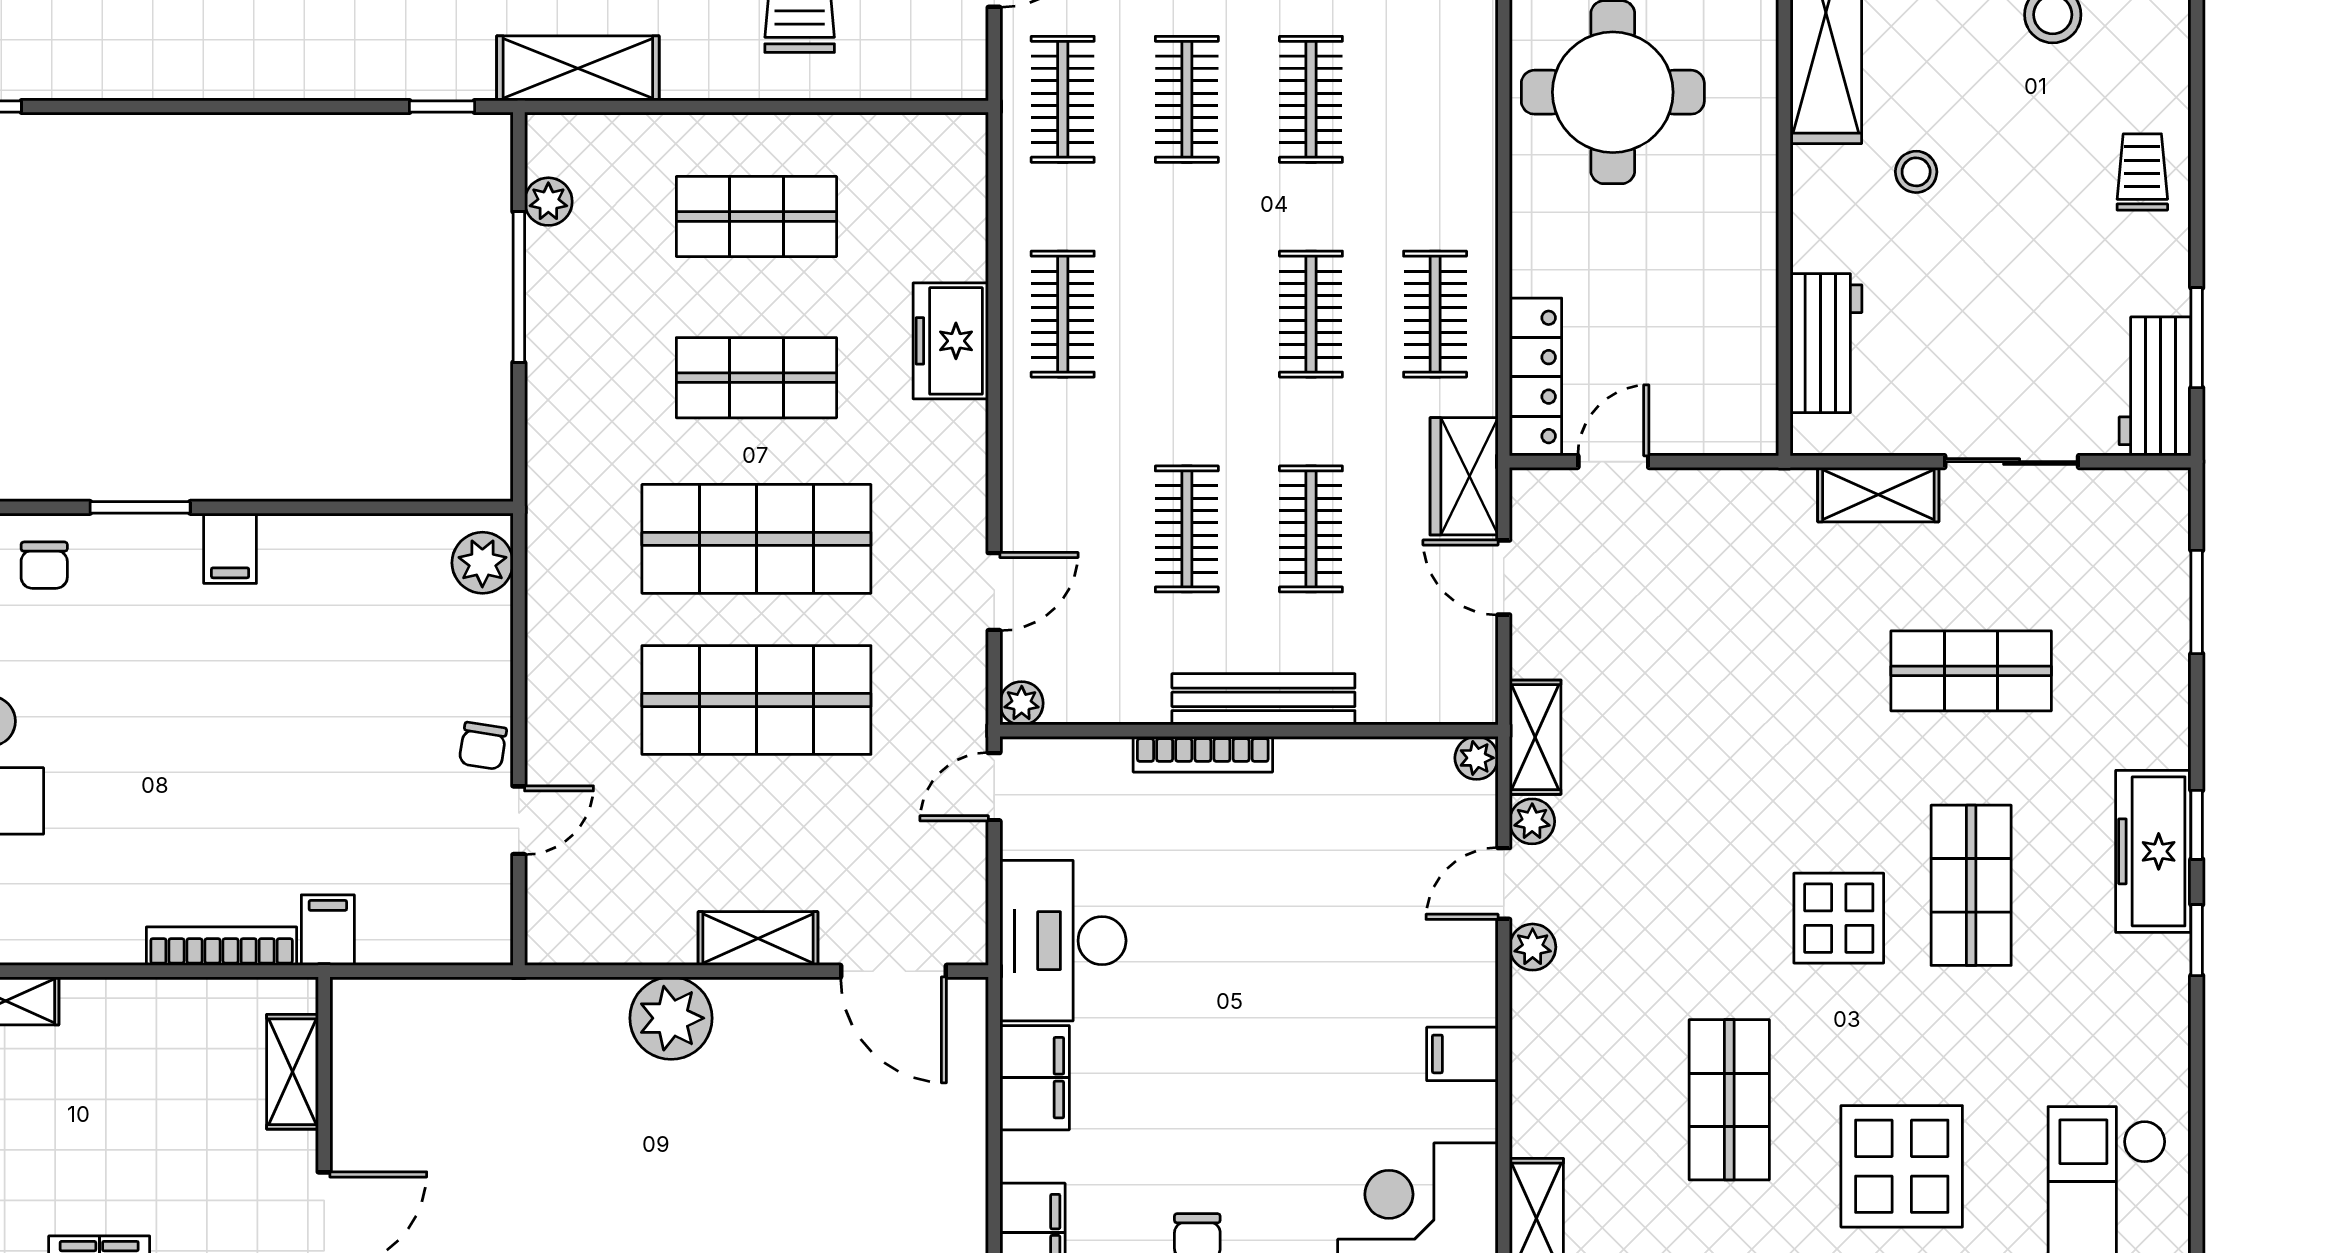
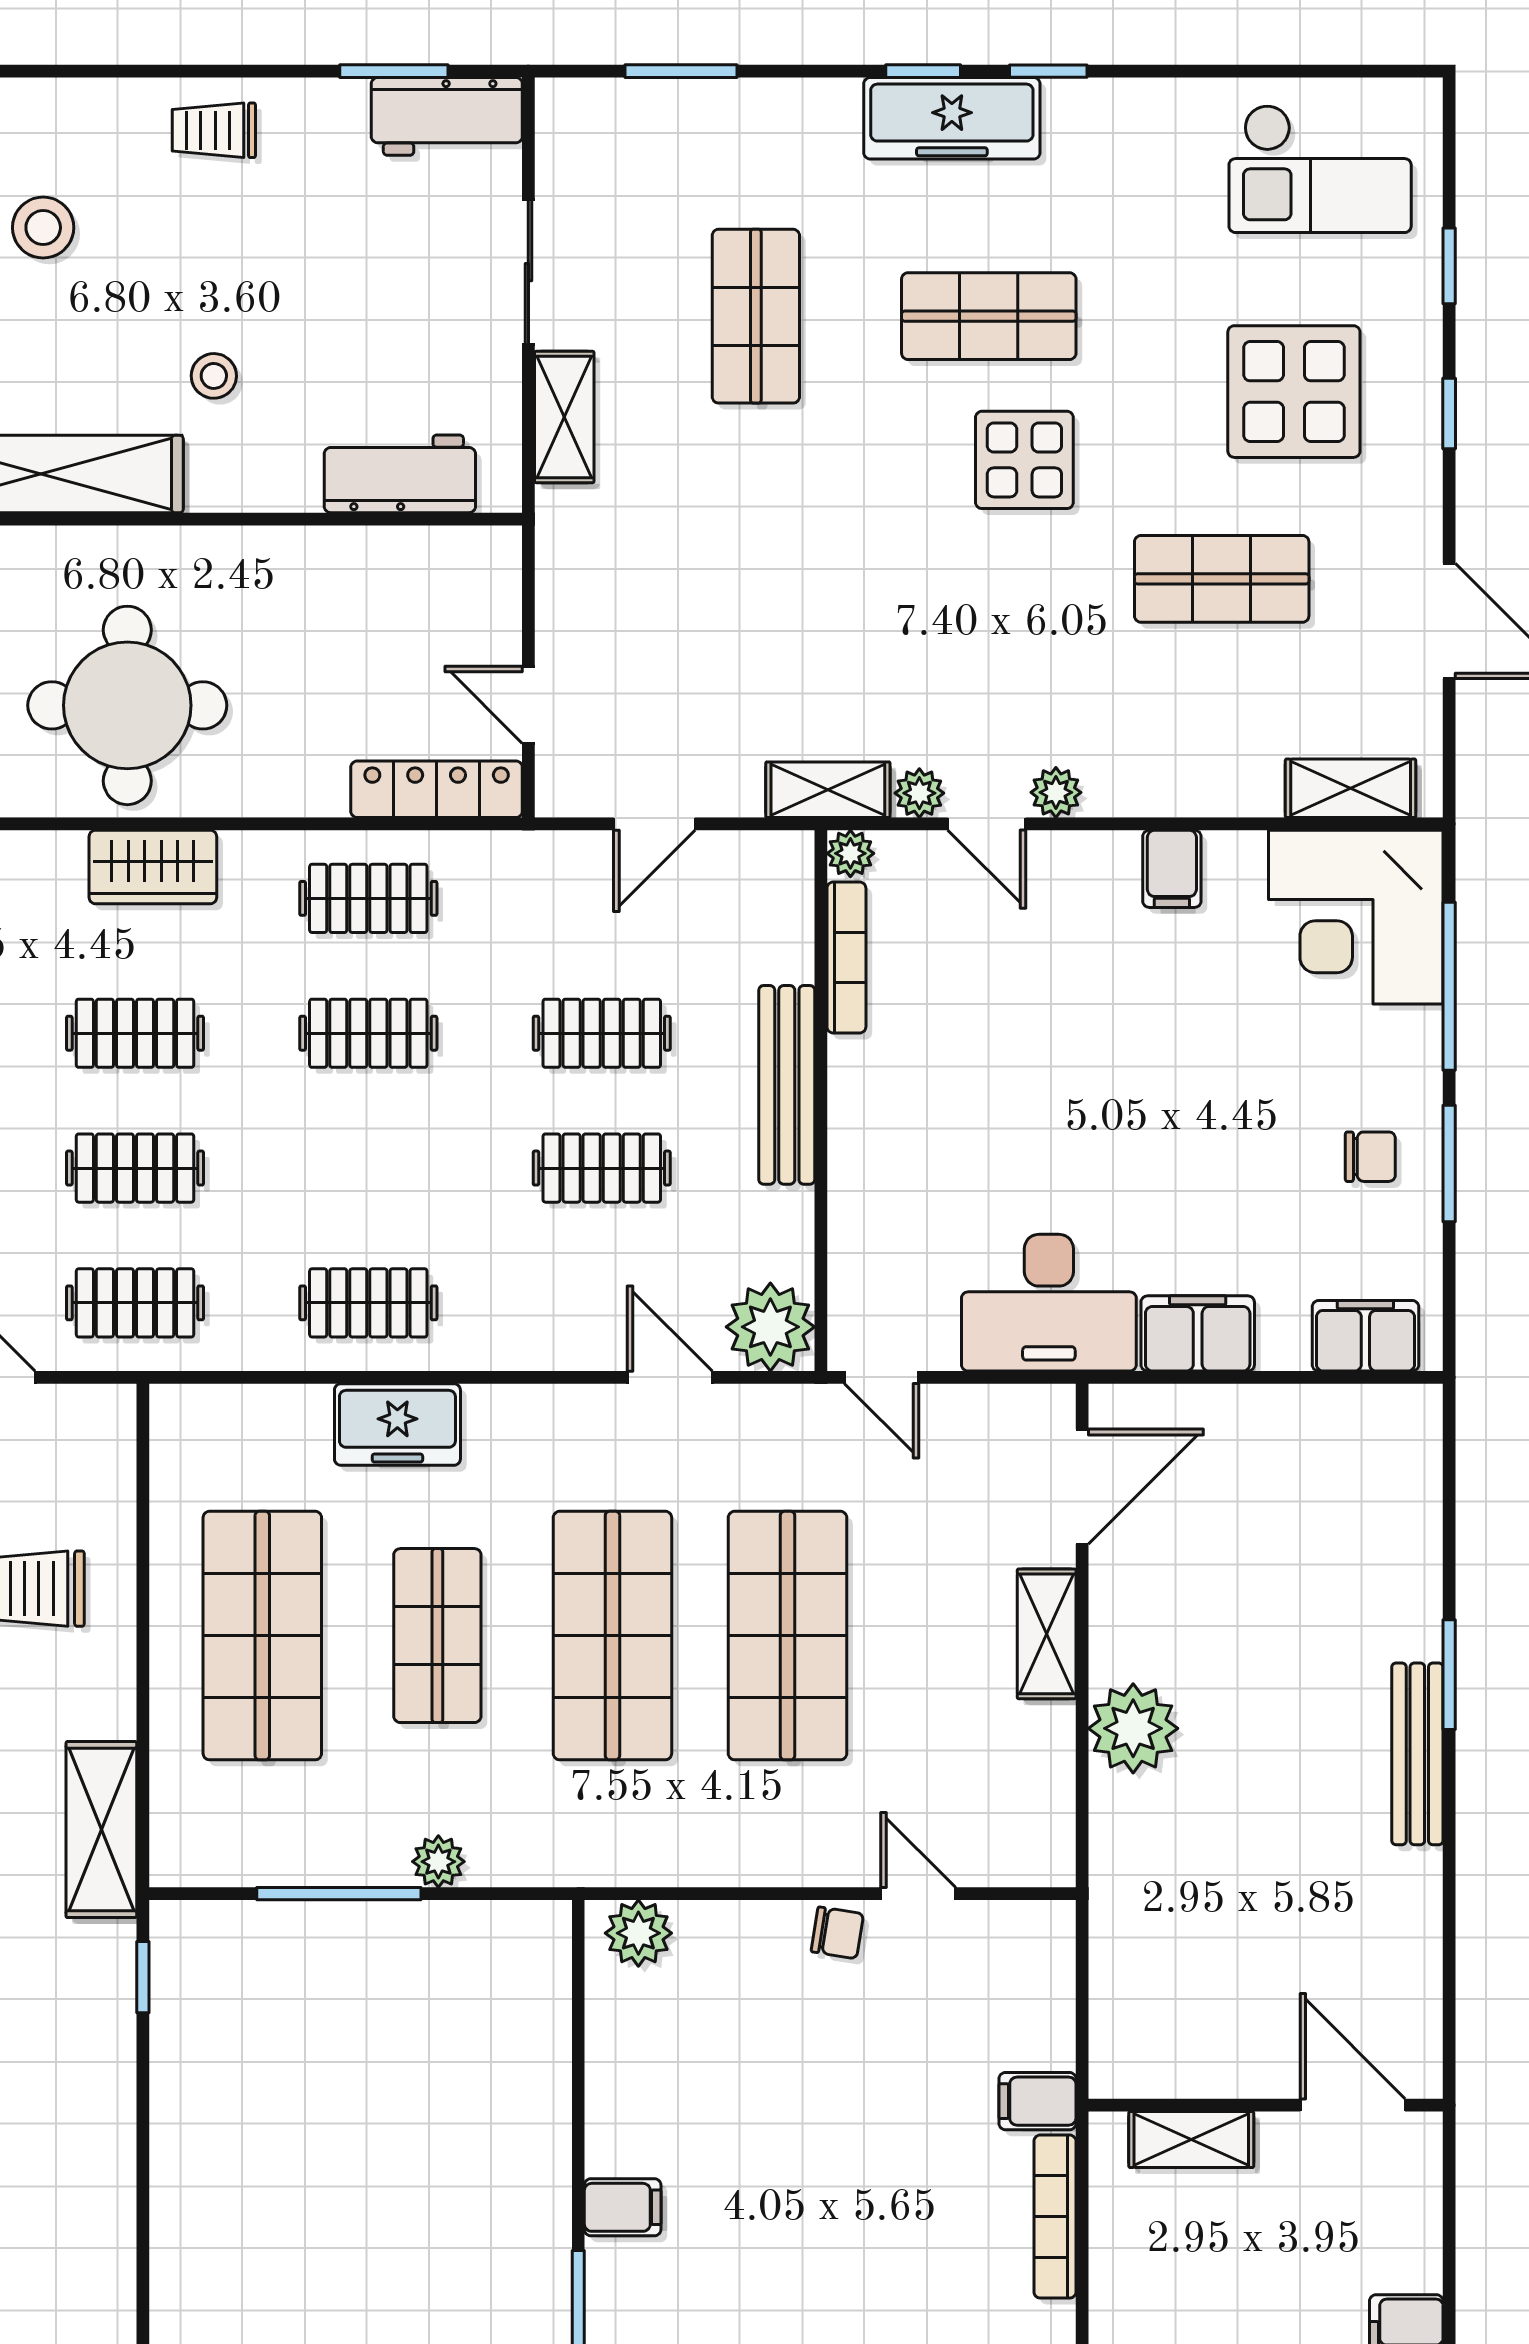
plant: (548, 202) -> (438, 1862), moved
shop shelf: (756, 217) -> (262, 1636), width x1.43, depth x1.36
wardrobe: (1464, 476) -> (153, 867), moved
plant: (1022, 703) -> (770, 1327), width x1.87, depth x1.87
bookcase: (1203, 754) -> (846, 957), moved

